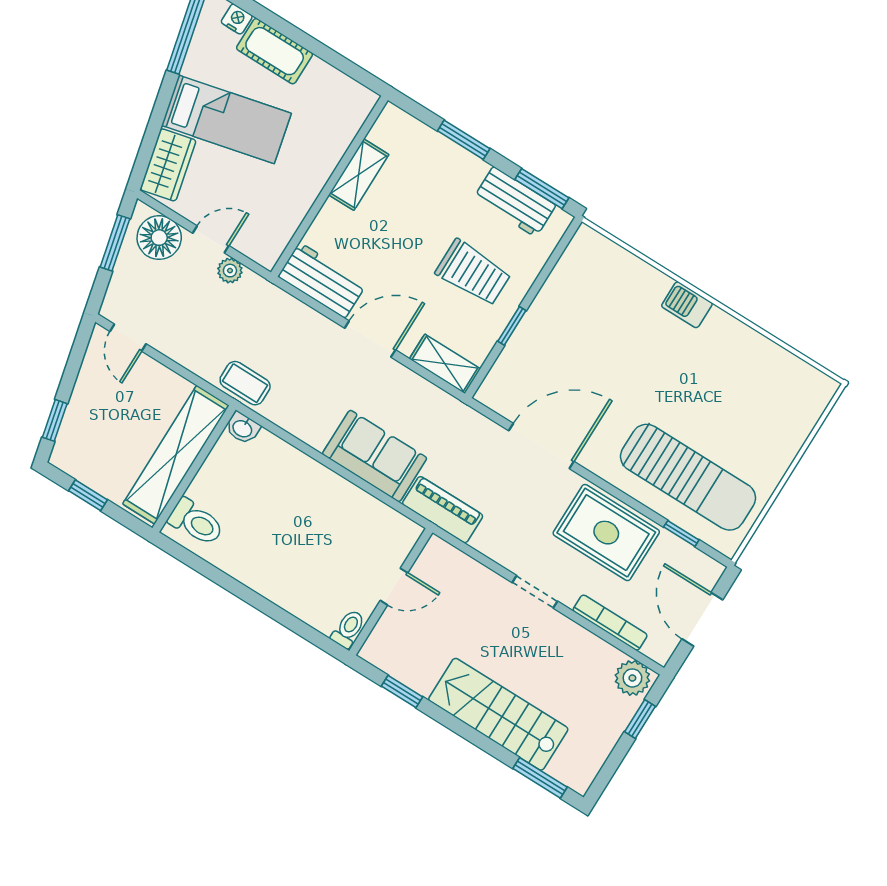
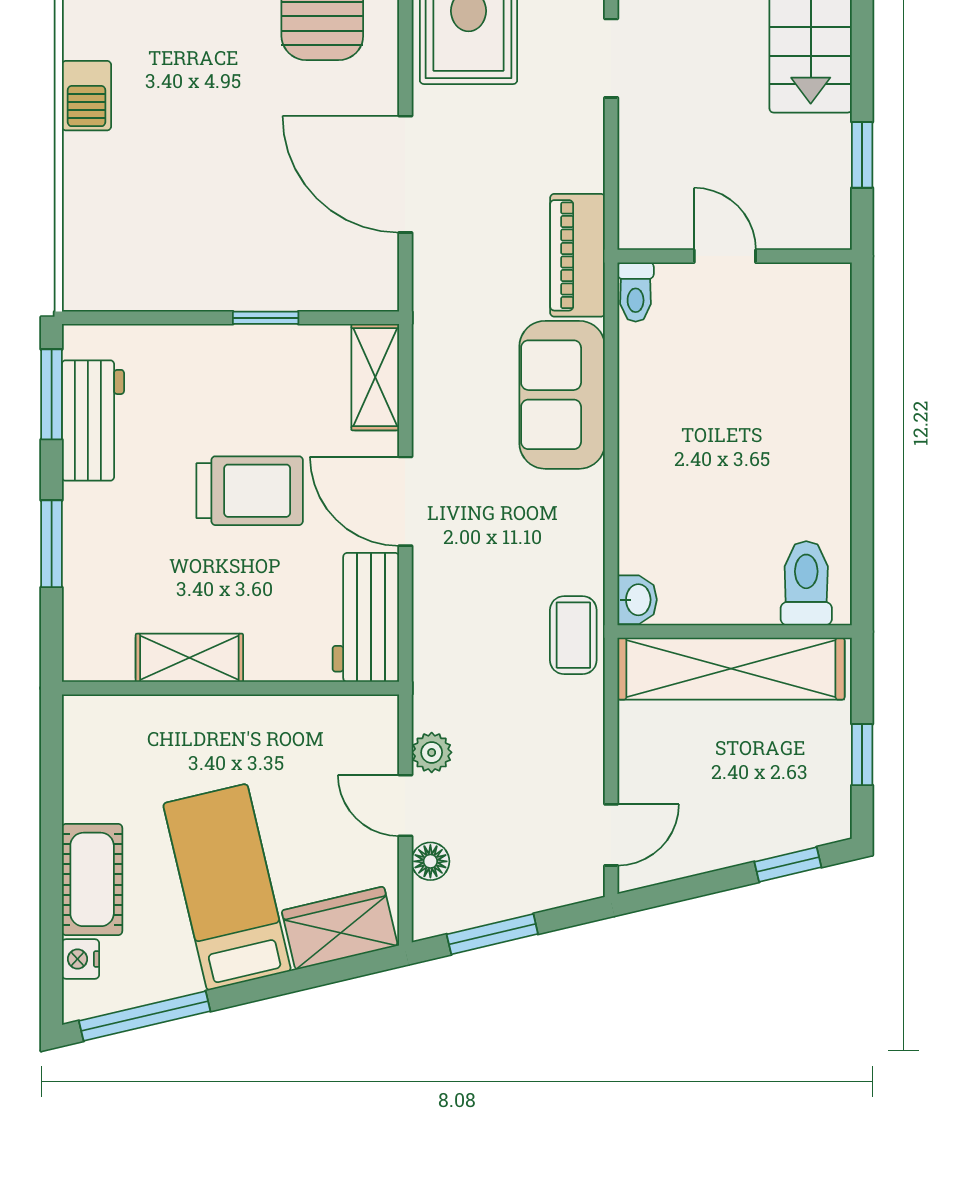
floor lamp: (159, 238) -> (430, 861), width x0.53, depth x0.53
trolley: (473, 273) -> (250, 491), moved, turned 90
toilet: (348, 629) -> (636, 292), moved, turned -90

